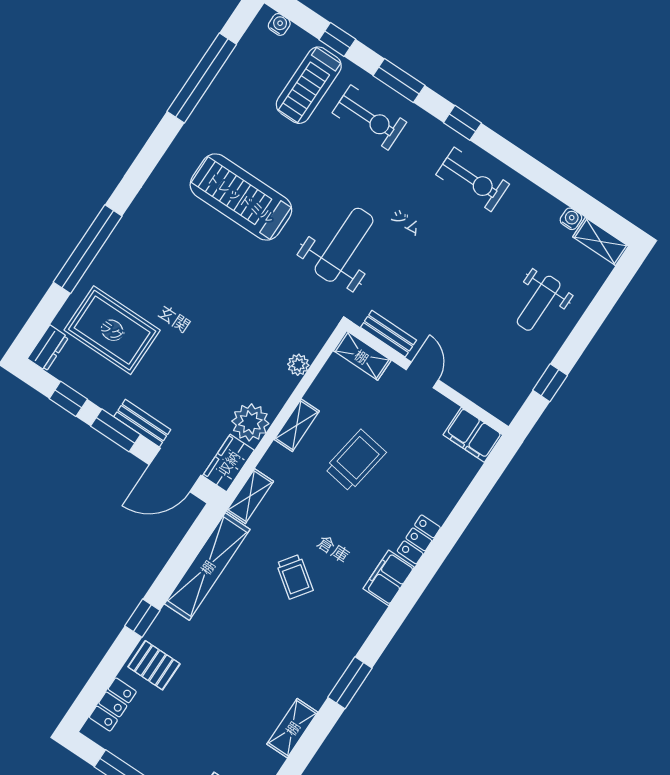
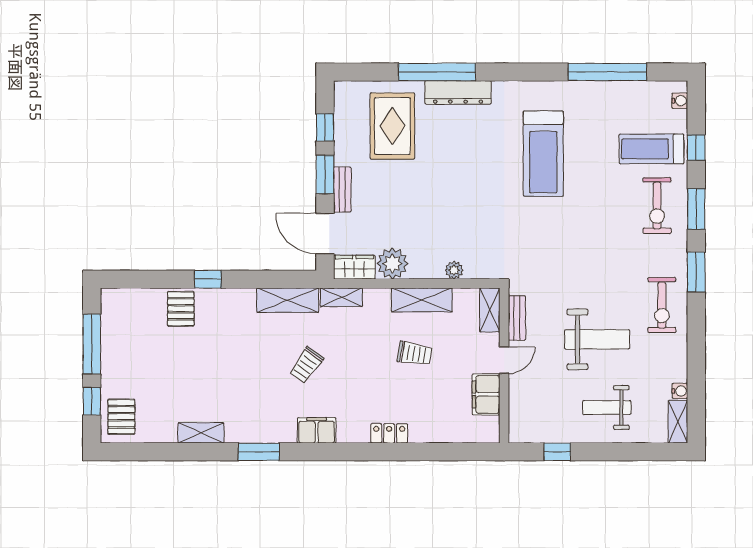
window: (462, 123) -> (696, 272), width x1.50
treadmill: (241, 197) -> (543, 154), turned 180
weight bench: (344, 245) -> (597, 339), moved
dresser: (48, 348) -> (458, 92), moved, width x1.96, depth x1.24
shelving: (297, 425) -> (422, 300), width x1.50, depth x1.33
filing cabinet: (473, 435) -> (486, 394), moved
trolley: (355, 460) -> (414, 354), width x0.73, depth x0.72
shelving: (207, 567) -> (288, 300), width x0.68
filing cabinet: (389, 578) -> (317, 430), moved
locker: (113, 704) -> (135, 298), removed

